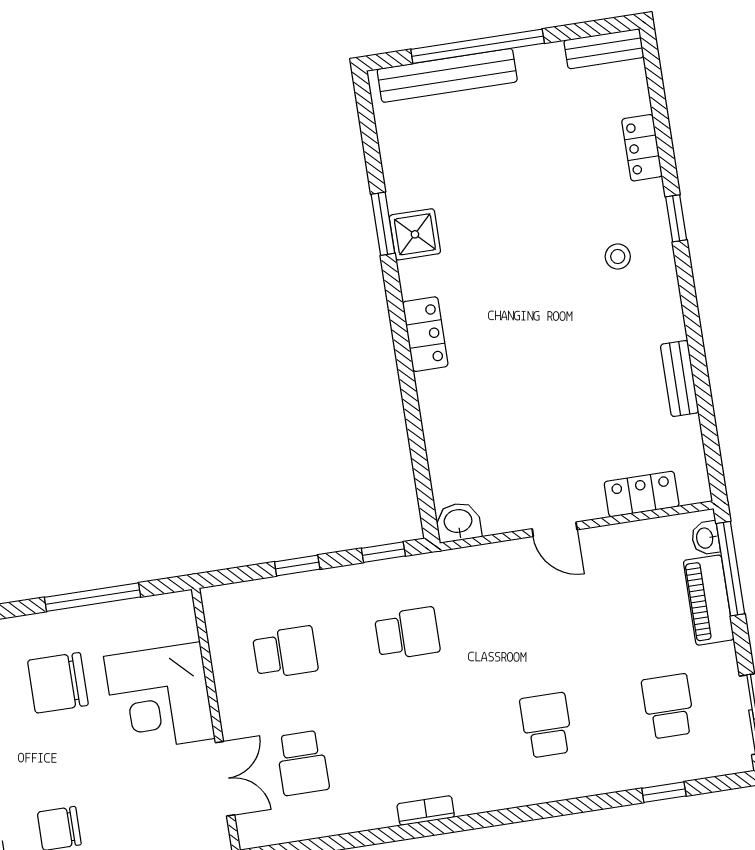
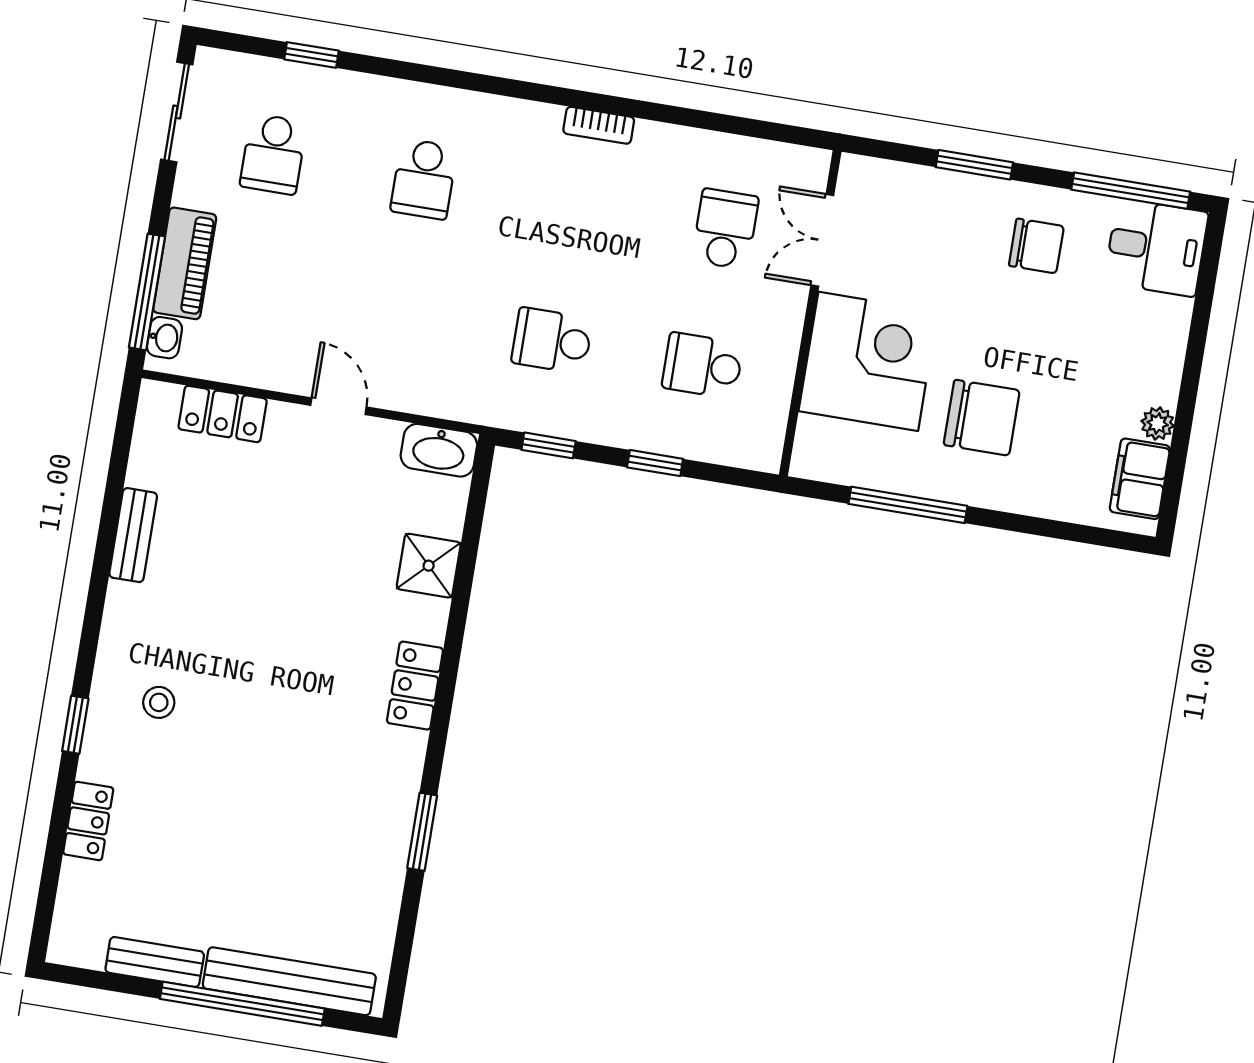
bench: (604, 49) -> (155, 962), moved
shower: (415, 234) -> (429, 566), moved
washbasin: (458, 522) -> (439, 450), width x1.38

